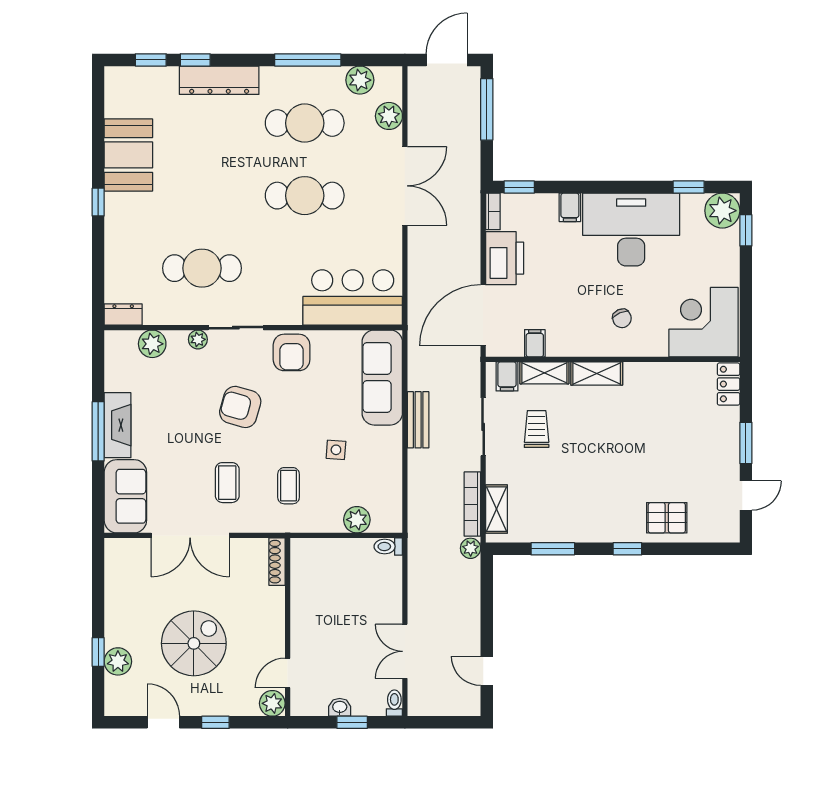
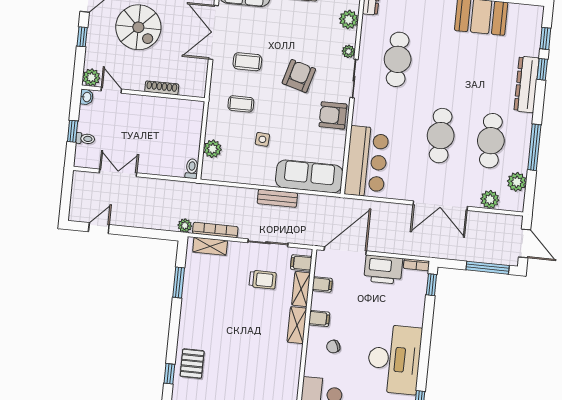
filing cabinet: (570, 207) -> (319, 318), moved, turned 180
door: (483, 315) -> (345, 251), hinge flipped
window: (627, 549) -> (169, 374), moved
shoe rack: (277, 562) -> (162, 88), moved
toilet: (394, 703) -> (85, 139), moved
washbasin: (340, 707) -> (87, 97), moved

